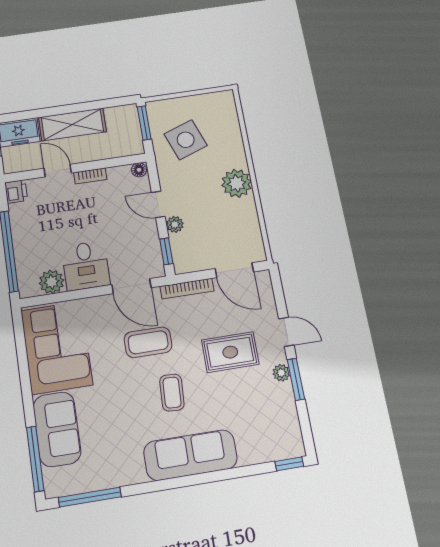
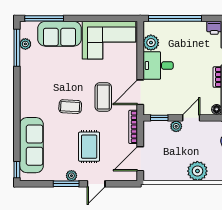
sofa: (190, 455) -> (31, 145), moved
plant: (81, 484) -> (25, 44), added

